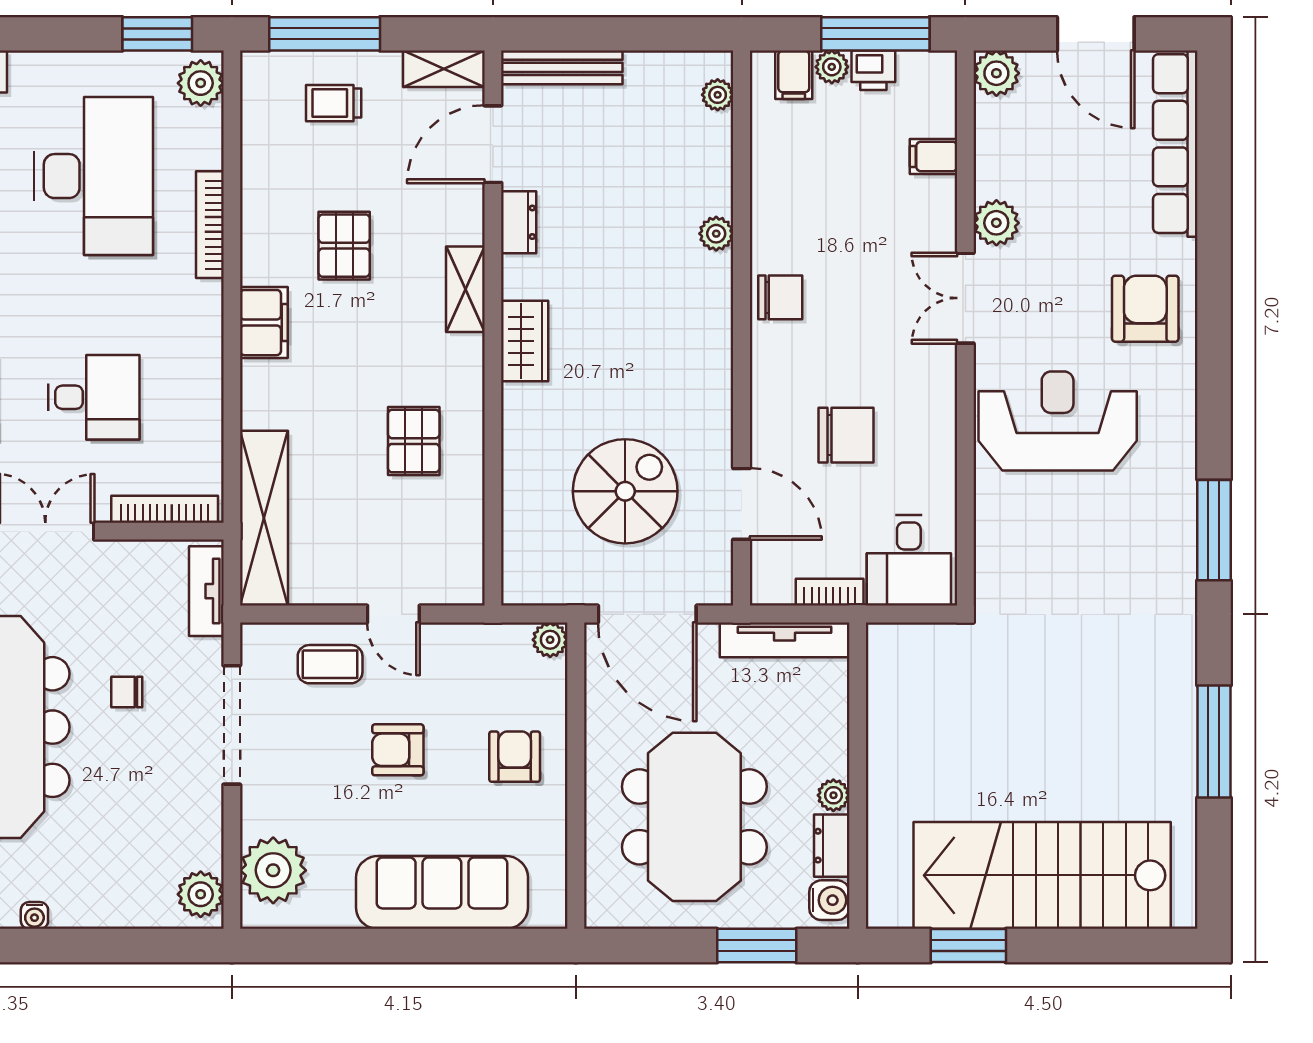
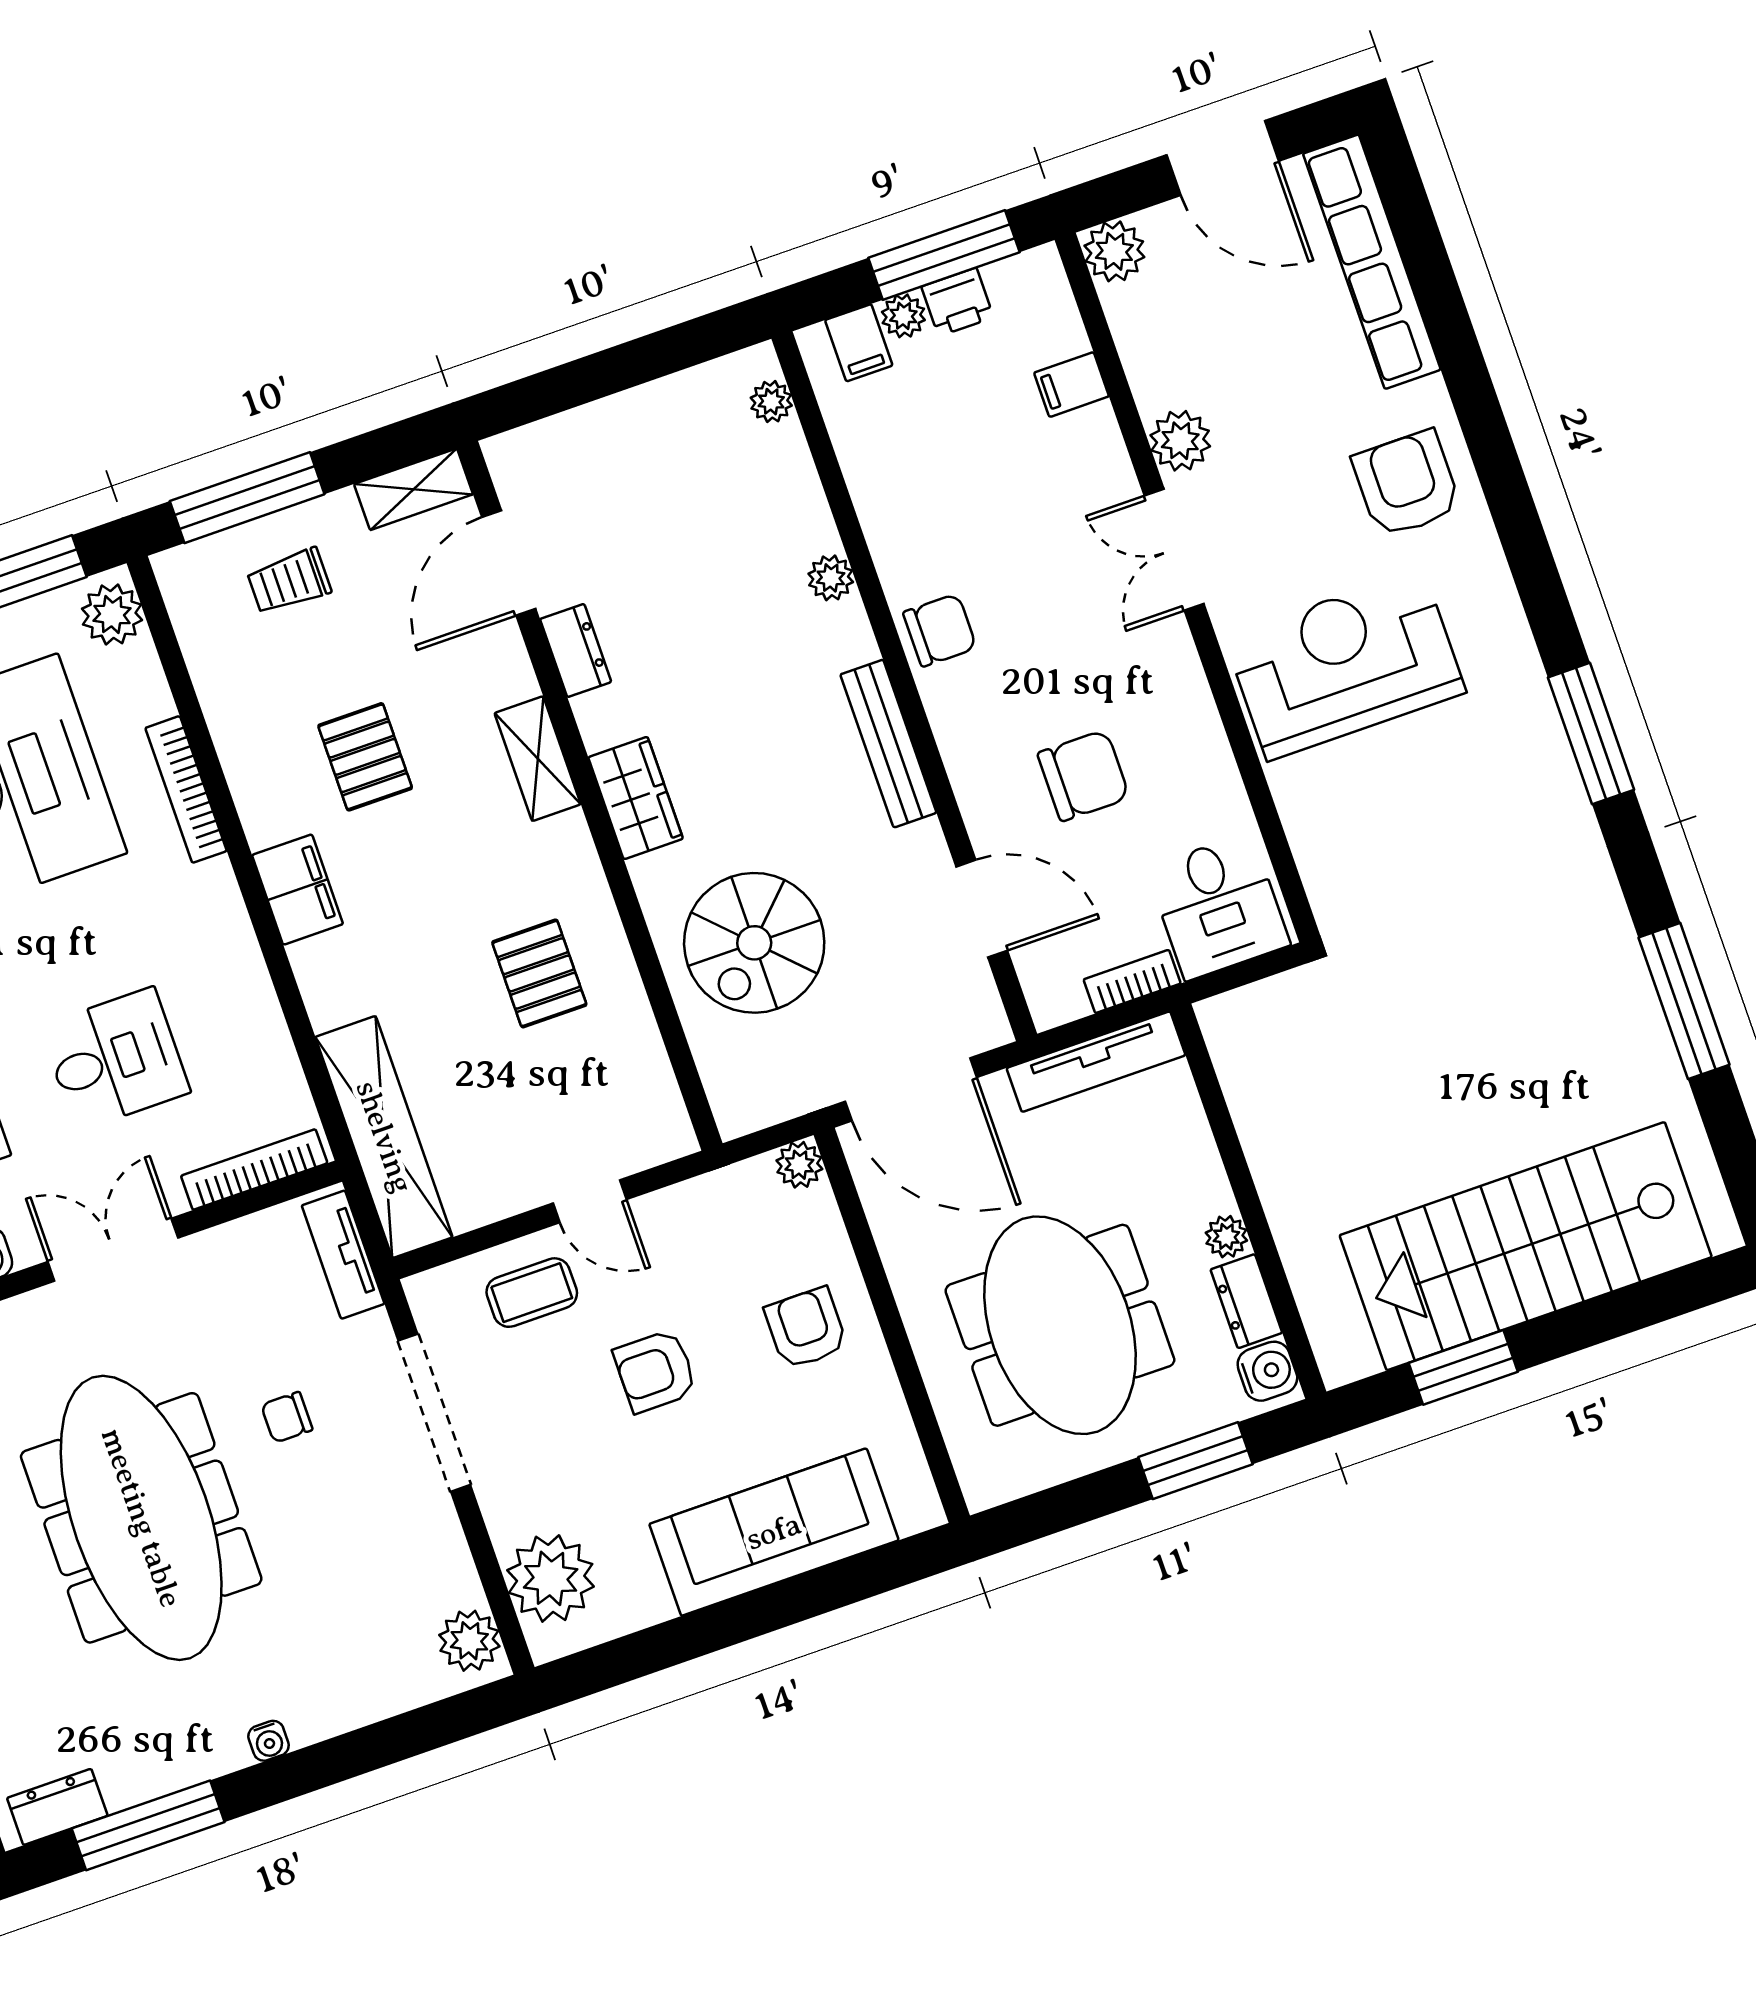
bench: (562, 67) -> (888, 744), moved, turned 90
spiral stairs: (625, 491) -> (754, 943), moved, turned 180

